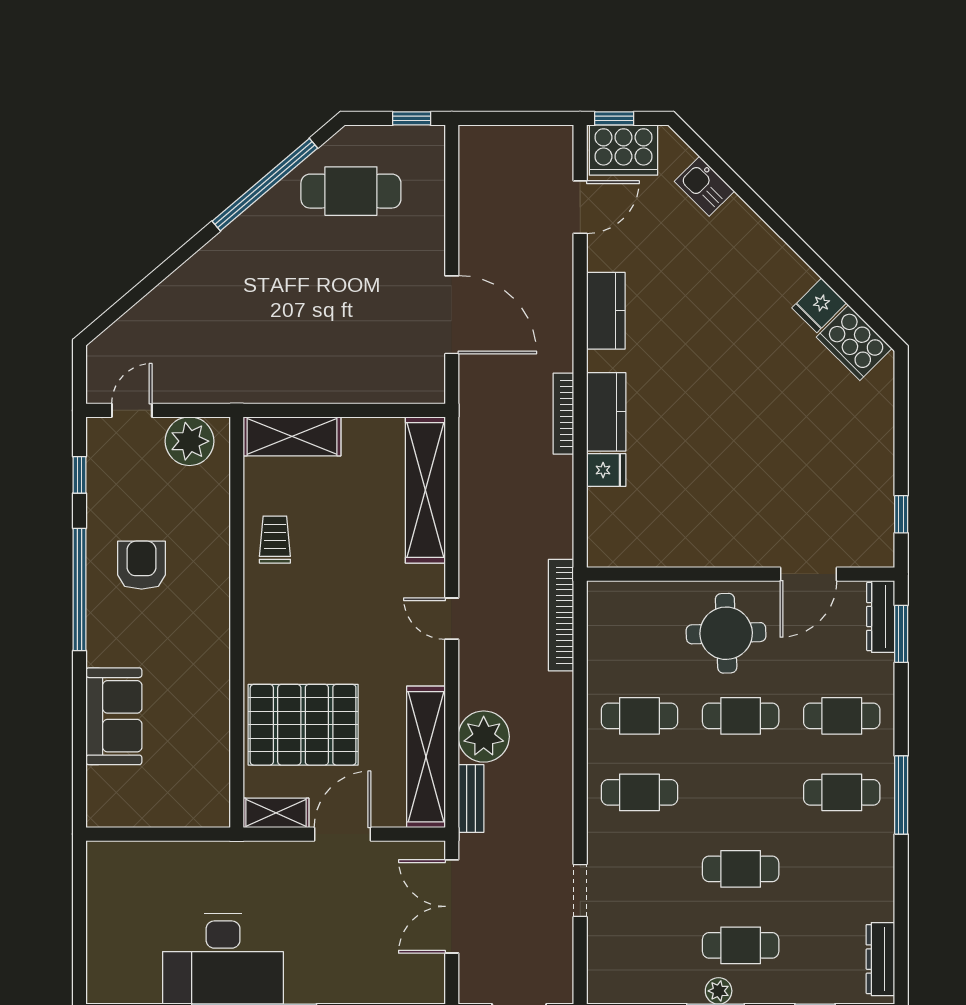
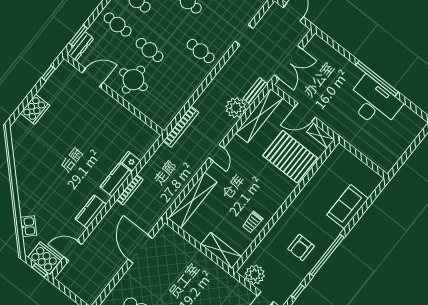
fridge: (819, 305) -> (22, 160), removed
cooker: (854, 343) -> (35, 109), moved, turned 45
cafe table: (639, 716) -> (181, 75), removed

